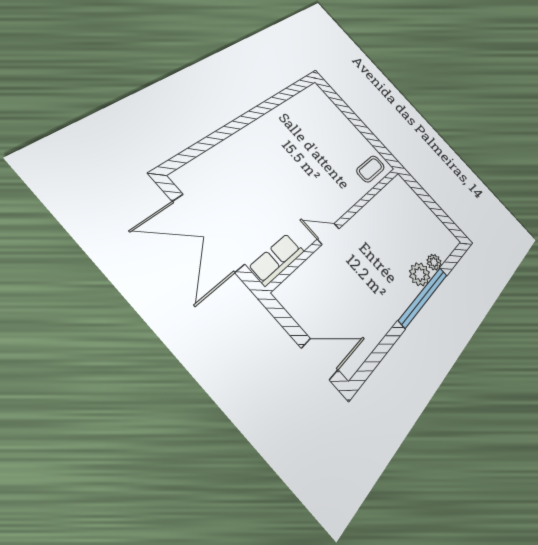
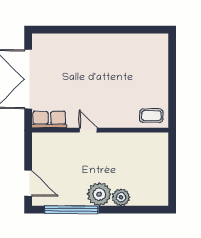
plant: (434, 262) -> (99, 194), moved, width x1.88, depth x1.88
window: (423, 297) -> (71, 210), moved

